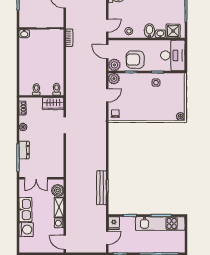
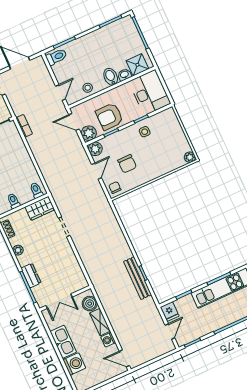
chair: (132, 100) -> (127, 164), added

